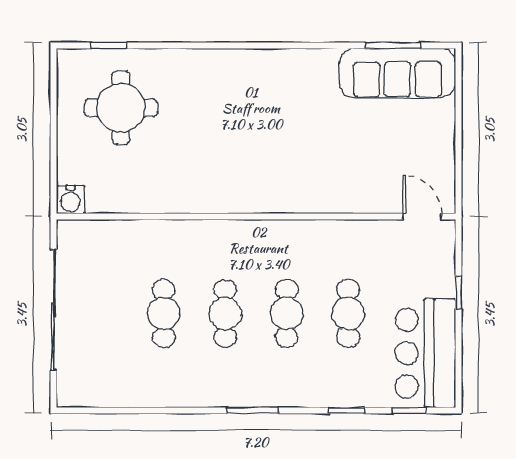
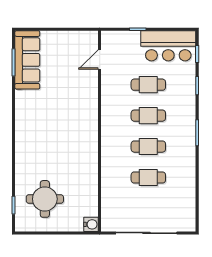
door: (422, 217) -> (100, 60), moved

